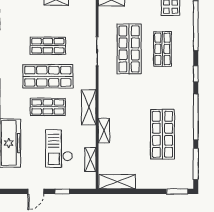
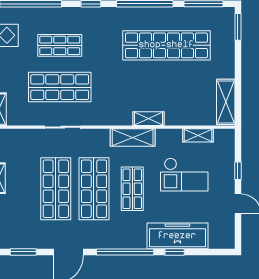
shop shelf: (48, 46) -> (56, 189), width x1.43, depth x1.36
shelving: (104, 131) -> (148, 119), moved
shop shelf: (162, 134) -> (166, 45), width x1.40

